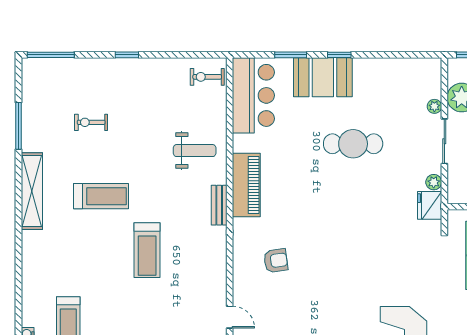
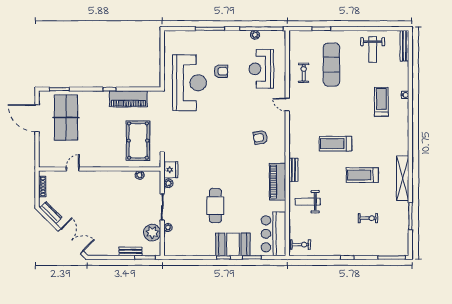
cafe table: (353, 144) -> (215, 206), turned 90
treadmill: (147, 250) -> (335, 144), turned -90

